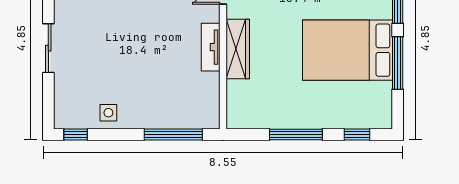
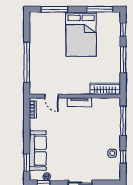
wardrobe: (238, 49) -> (105, 89), moved
window: (398, 63) -> (100, 9), moved
window: (76, 134) -> (123, 157), moved

